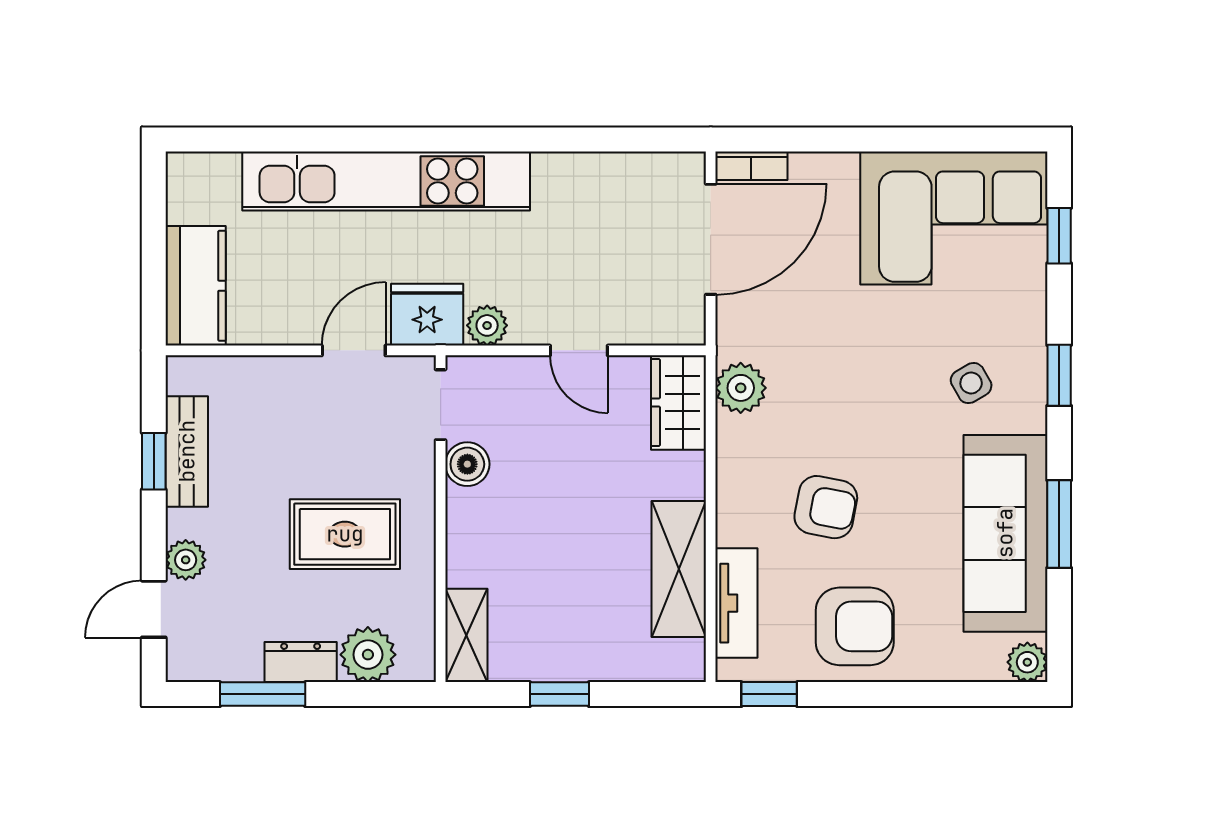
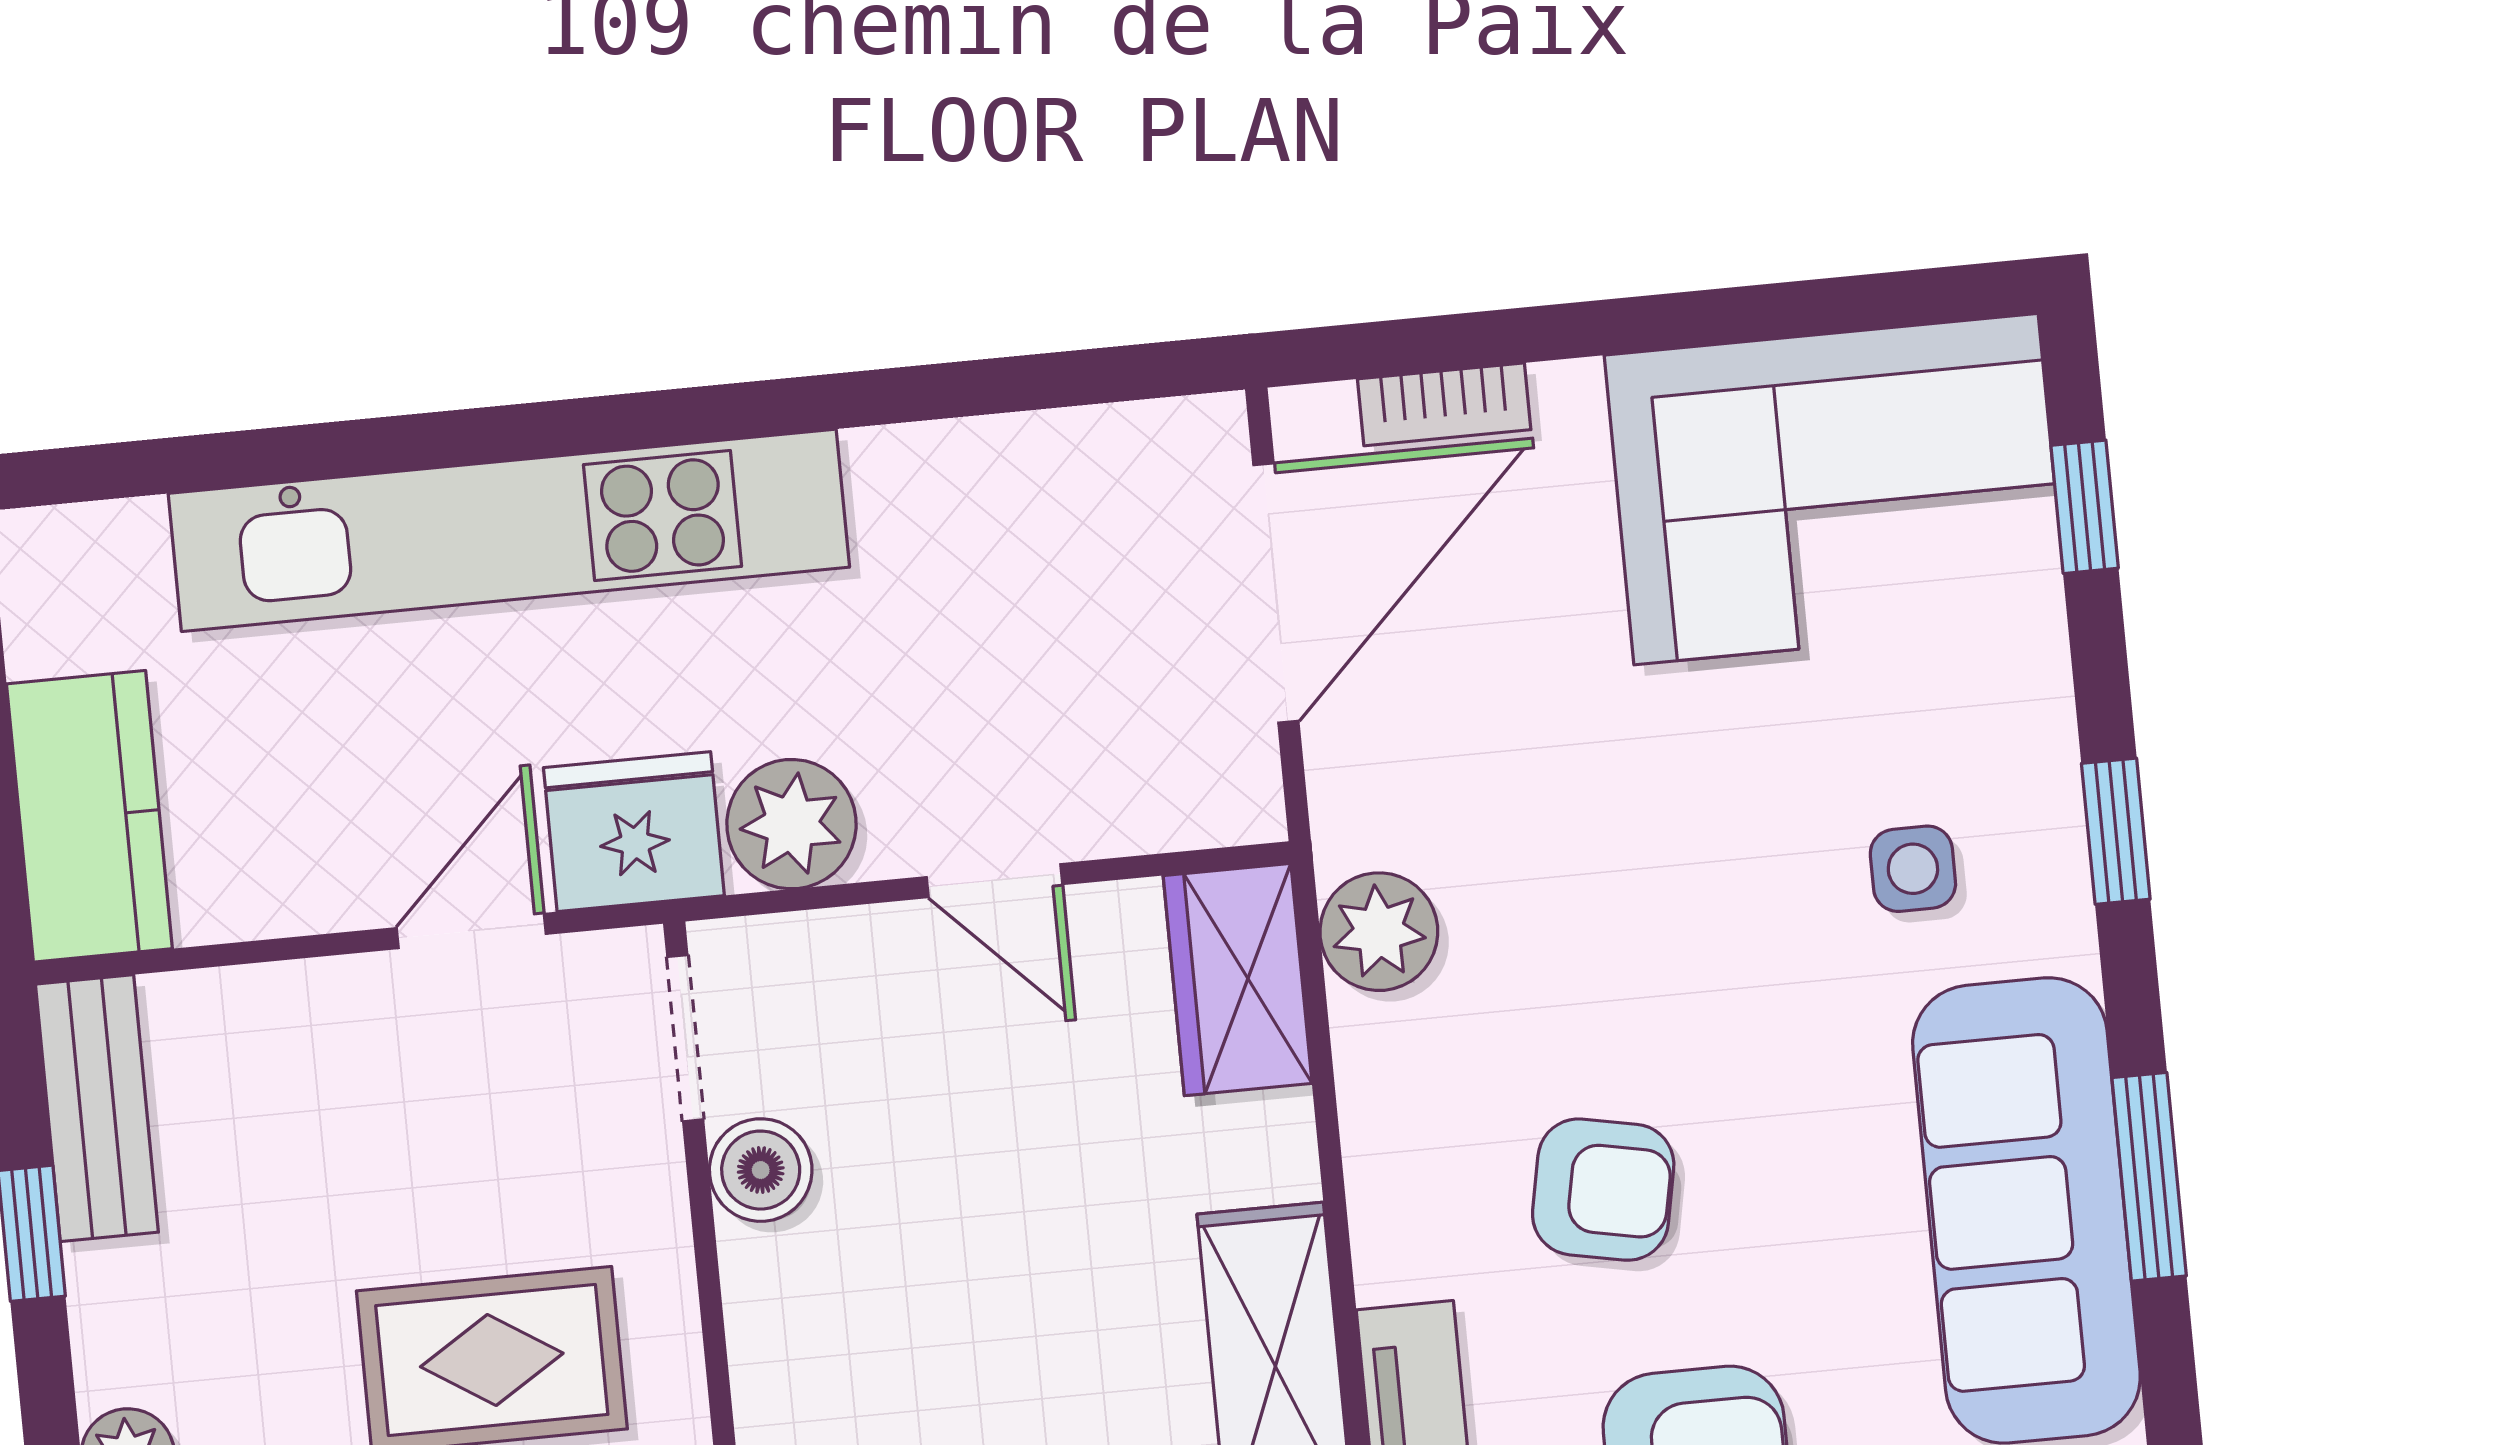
bookcase: (751, 166) -> (1444, 404), moved
plant: (487, 325) -> (791, 824), width x1.38, depth x1.38
side table: (971, 383) -> (1913, 869), turned 30
bench: (187, 451) -> (97, 1108), moved

